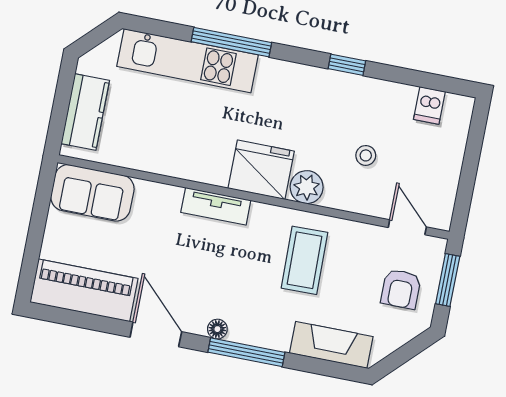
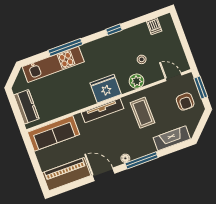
plant: (307, 187) -> (136, 81), moved
sofa: (92, 193) -> (53, 133), width x1.36
tv unit: (216, 206) -> (102, 110), width x1.41

